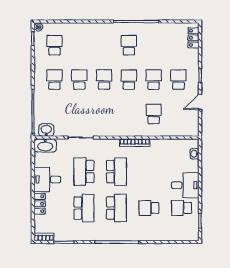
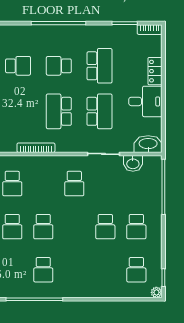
school desk: (104, 80) -> (74, 184), moved
washbasin: (46, 130) -> (133, 163), moved
school desk: (84, 208) -> (100, 66), turned 180
school desk: (116, 208) -> (59, 66), width x0.54

